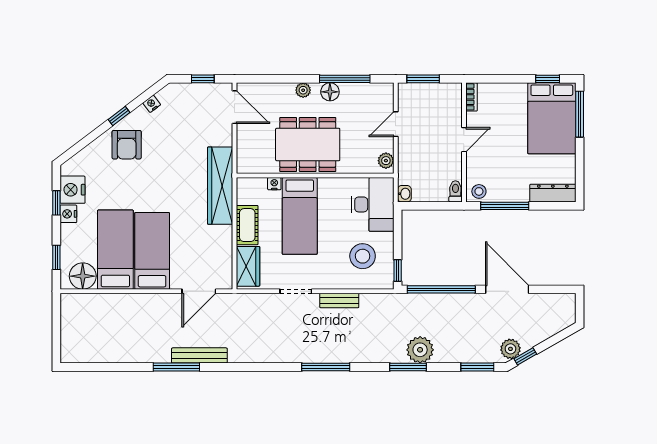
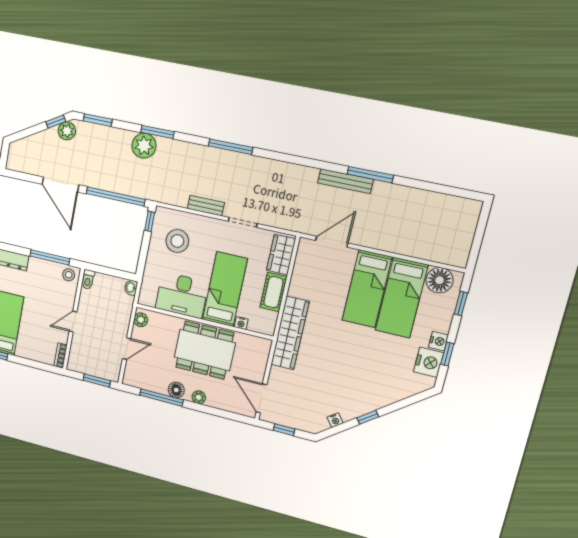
armchair: (127, 145) -> (367, 390), removed
desk: (373, 204) -> (182, 295), moved, turned -90

